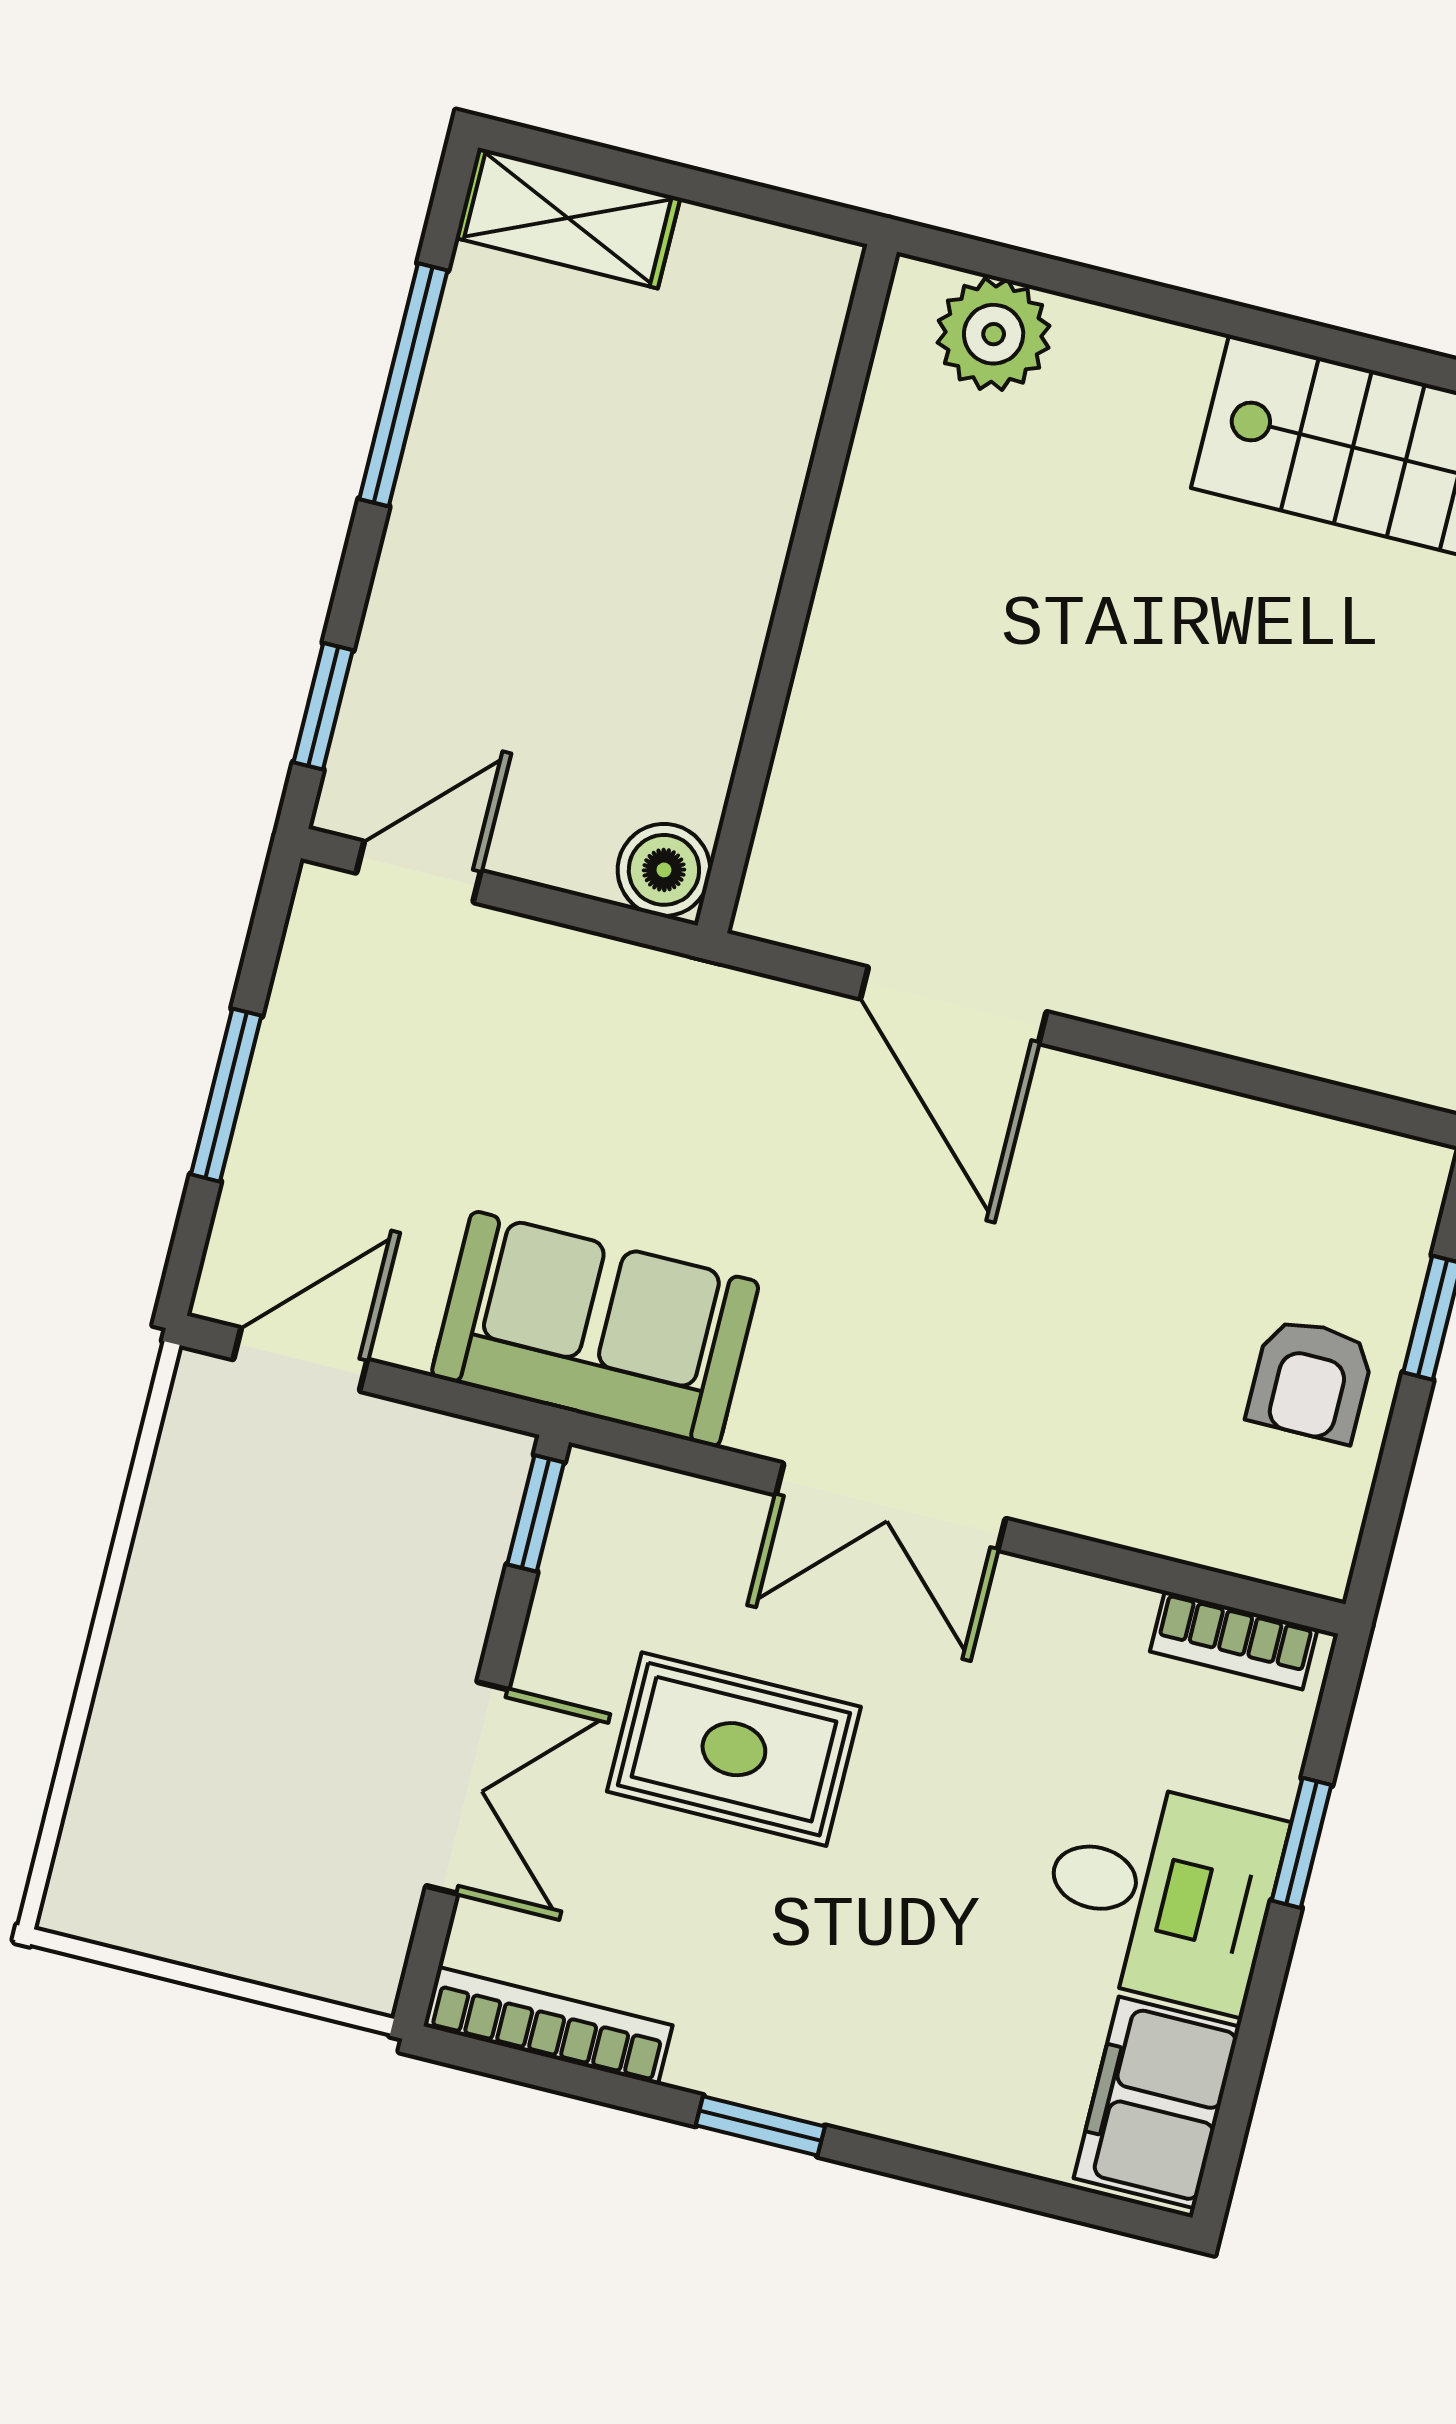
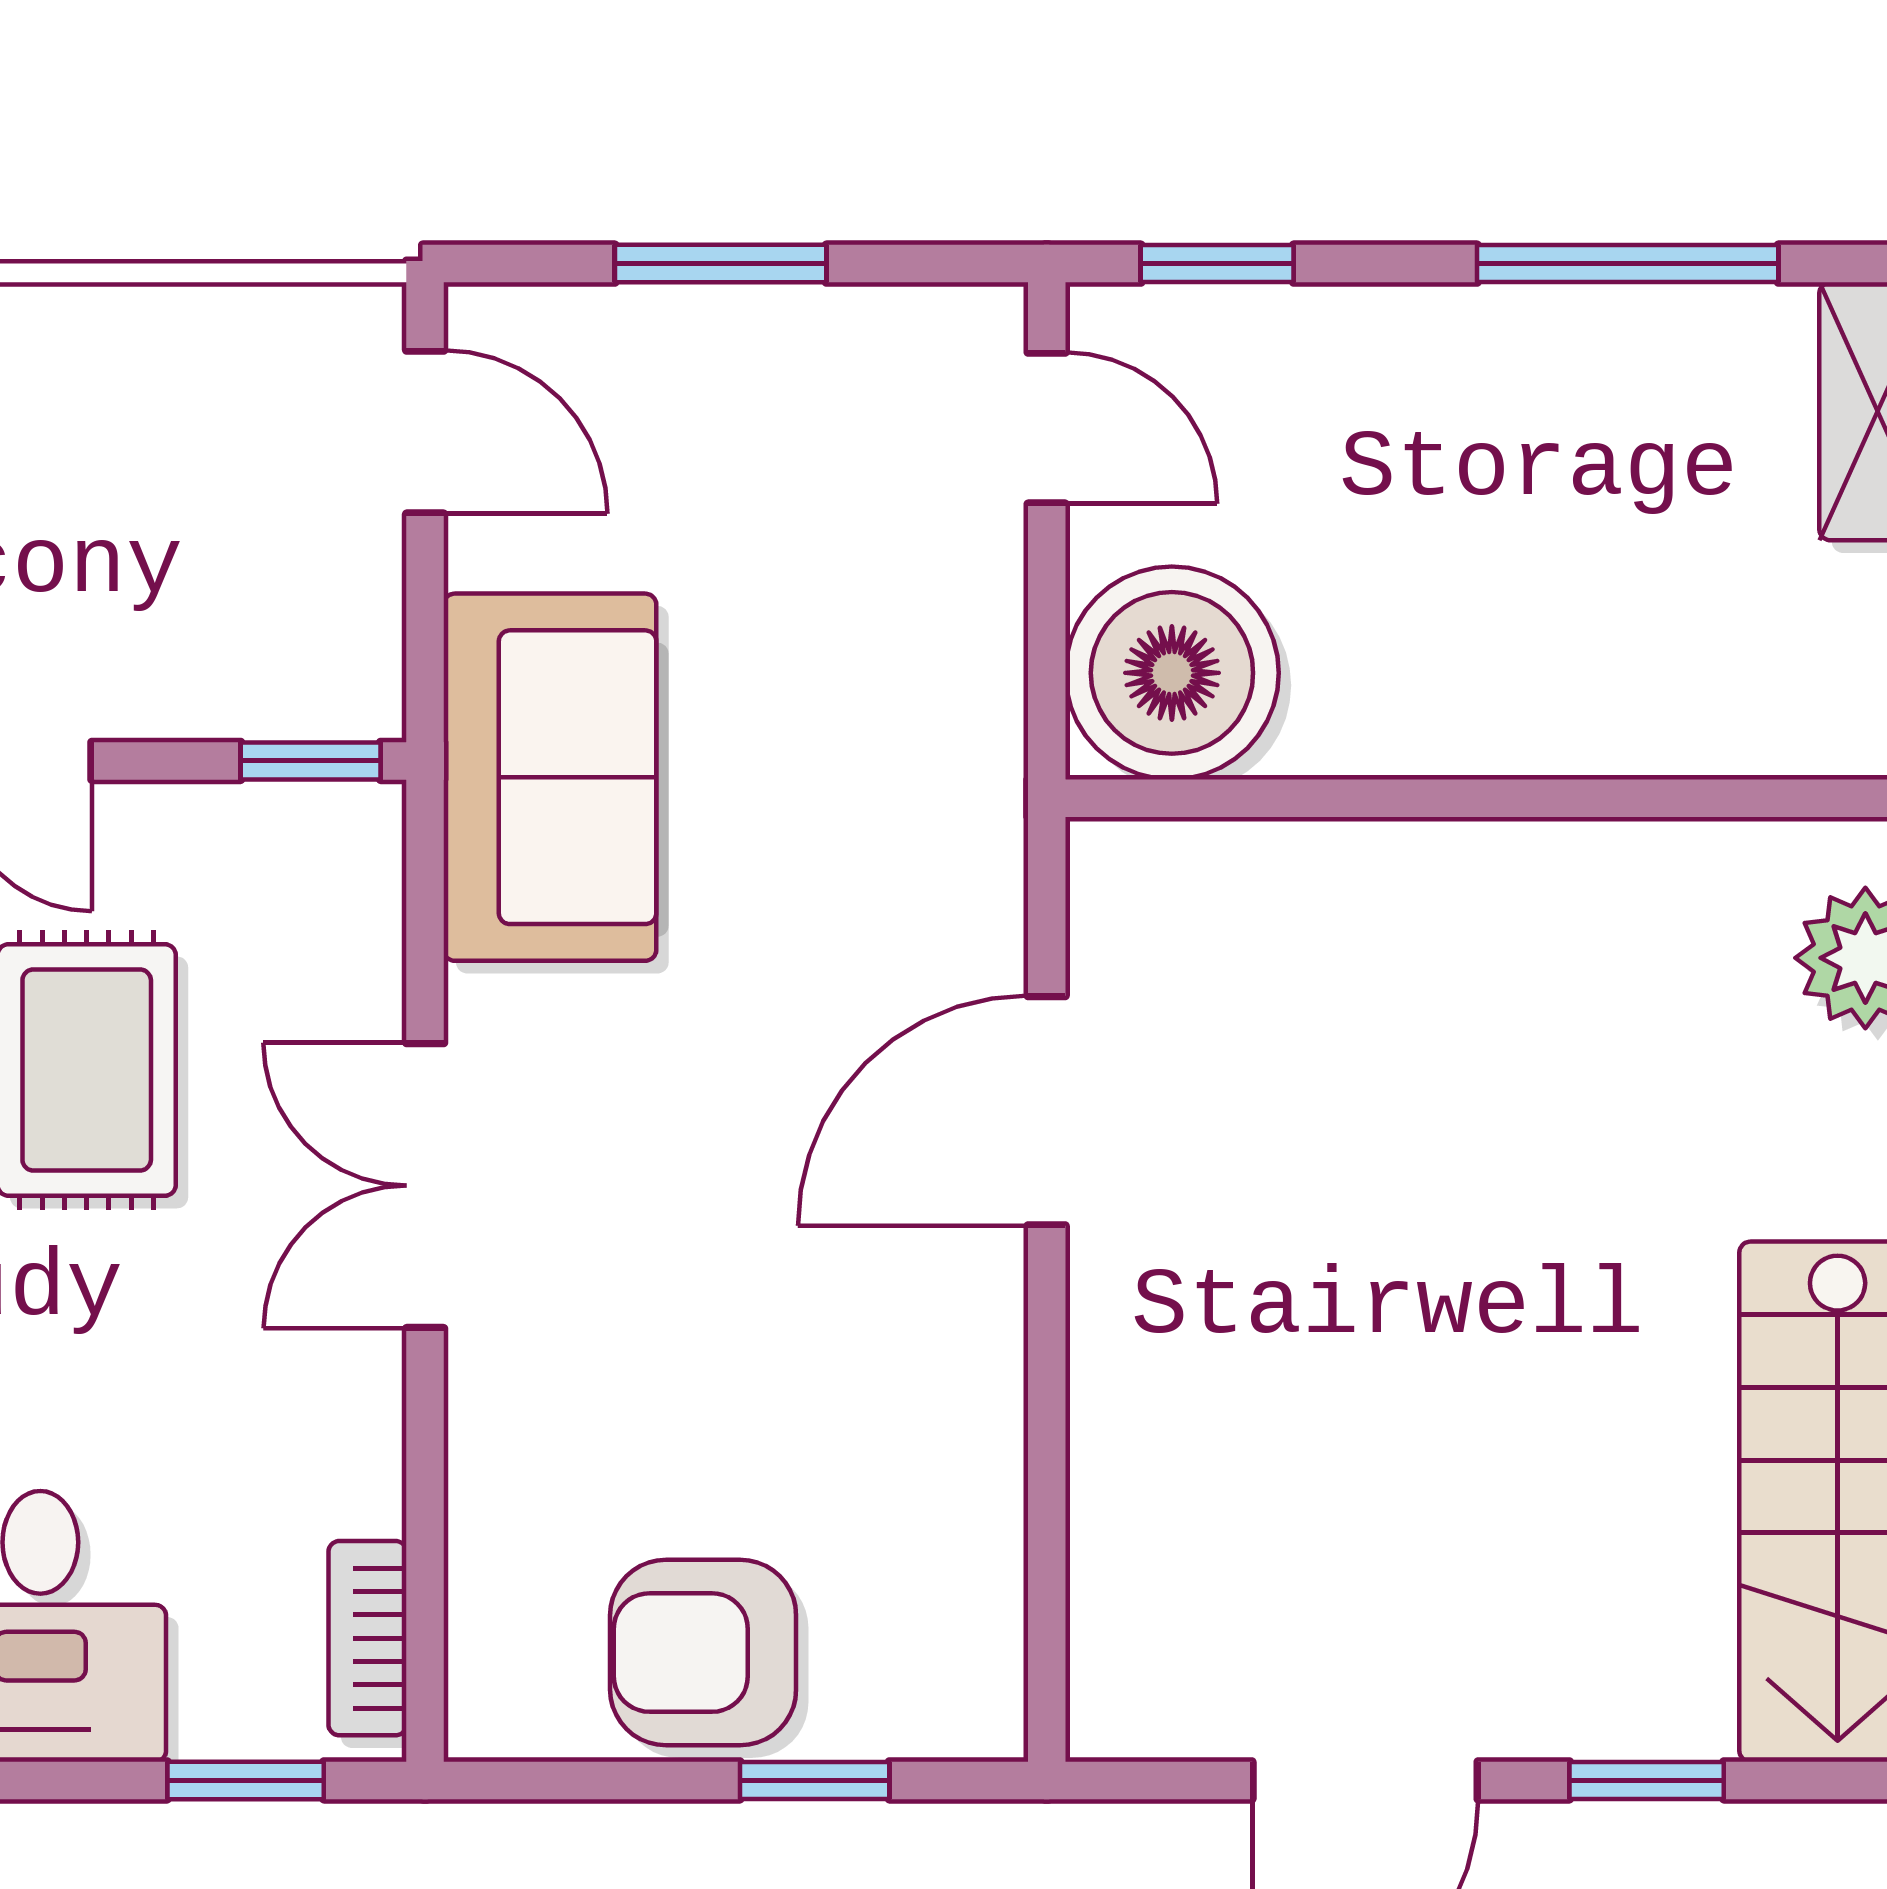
boiler: (664, 870) -> (1172, 673), width x1.86, depth x1.86
armchair: (1311, 1380) -> (703, 1653), width x1.38, depth x1.38
window: (1302, 1843) -> (246, 1780), moved

